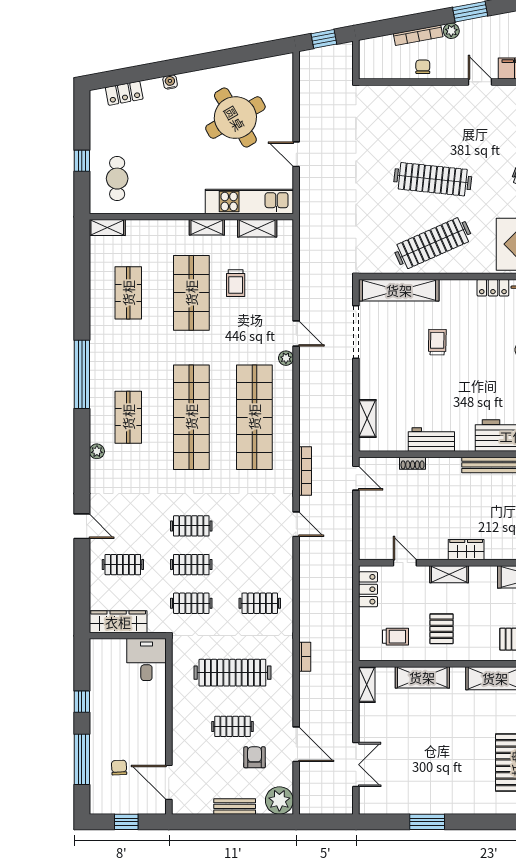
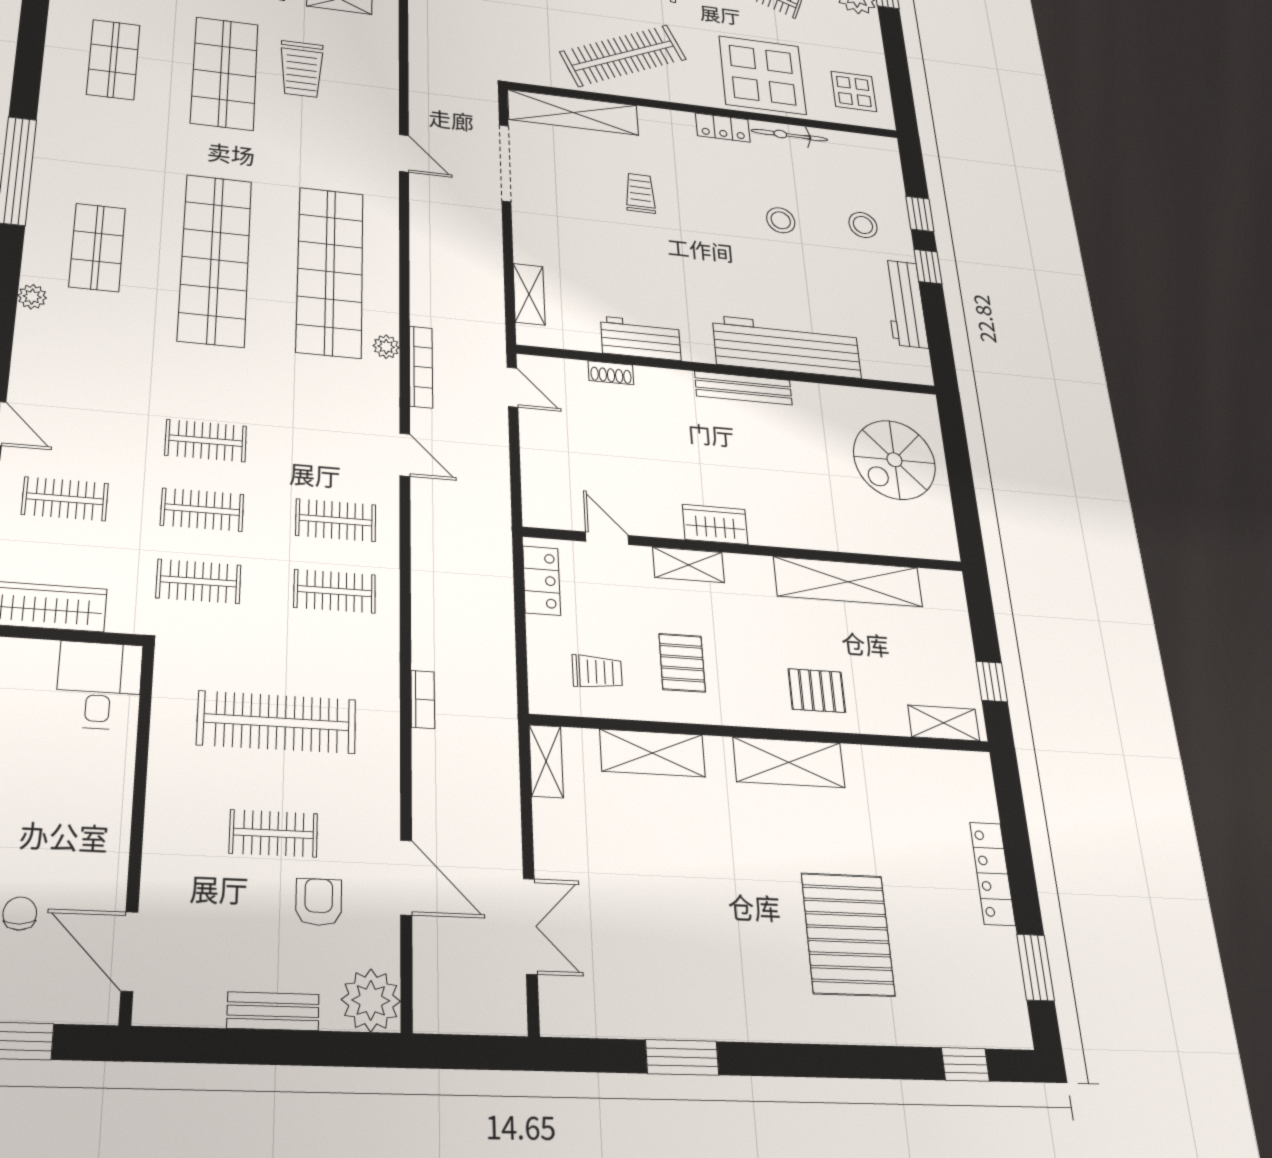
trolley: (236, 283) -> (302, 69), width x1.36, depth x1.39
plant: (286, 358) -> (386, 347), moved
clothes rail: (260, 565) -> (336, 520), added

